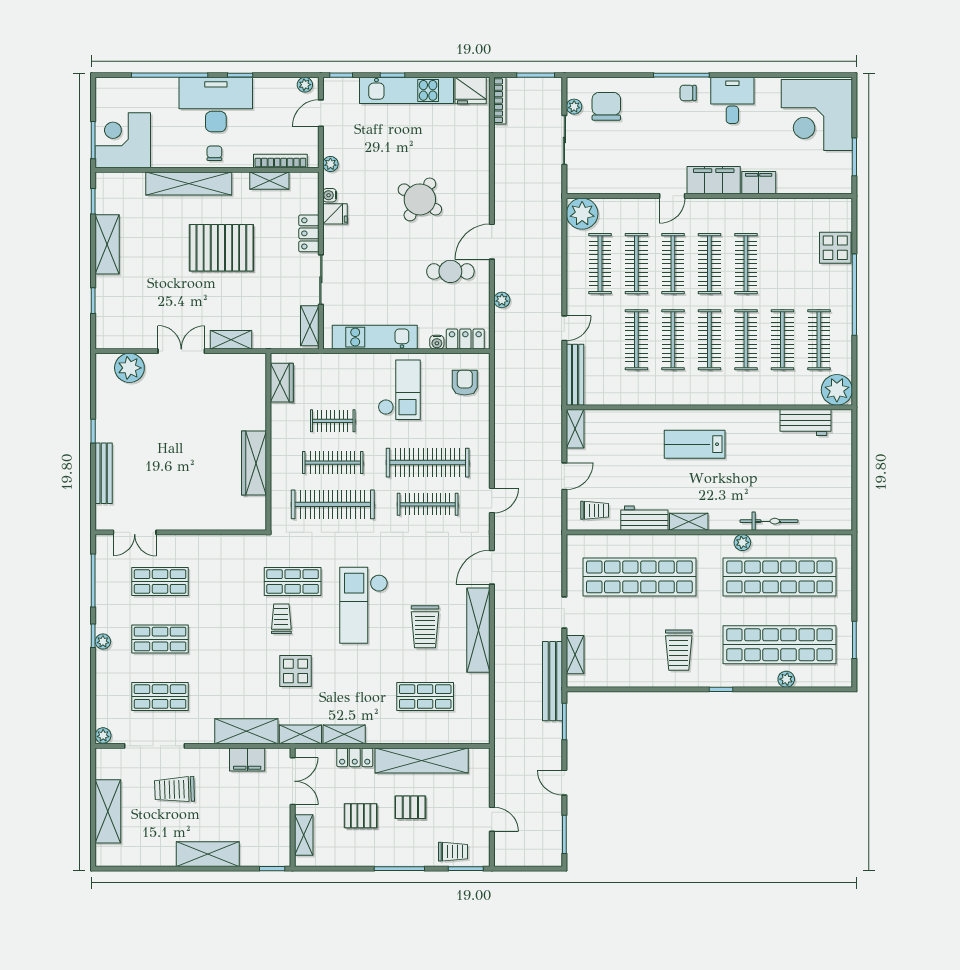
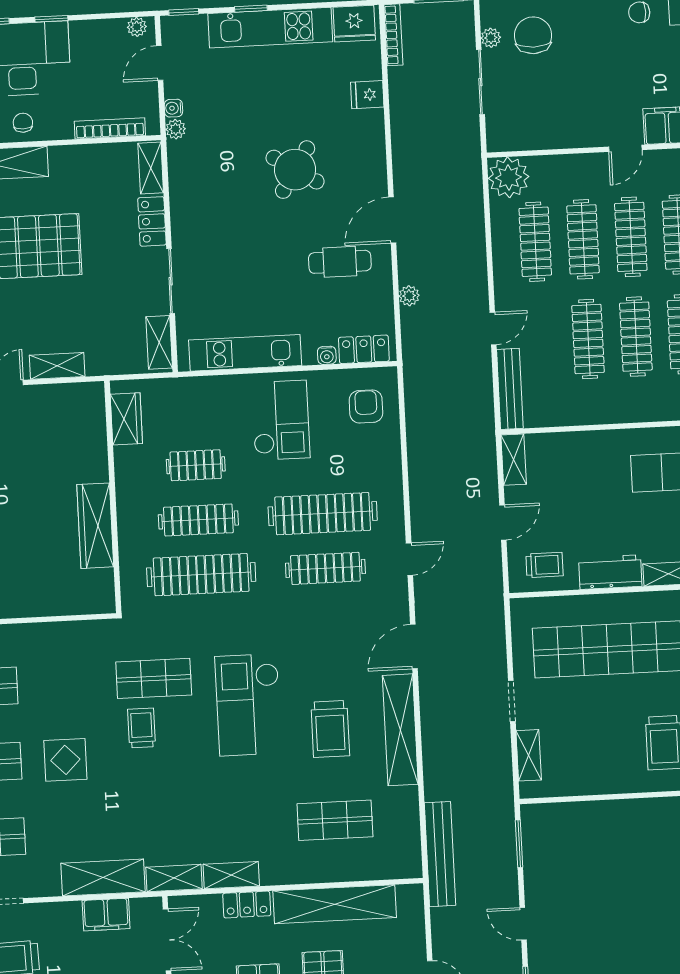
shelving: (269, 181) -> (151, 168), moved, turned 90
water cooler: (330, 195) -> (173, 108), moved
fridge: (335, 214) -> (367, 95), moved, turned 180
display table: (296, 671) -> (65, 760), moved
bench: (553, 681) -> (440, 854), moved

